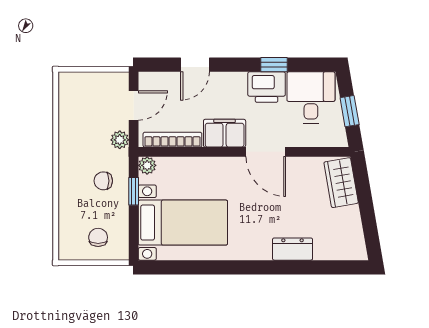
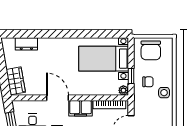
plant: (120, 140) -> (139, 105), removed
side table: (74, 161) -> (164, 93), added
chair: (98, 237) -> (151, 50), width x1.87, depth x1.87
dresser: (293, 249) -> (26, 44), moved

